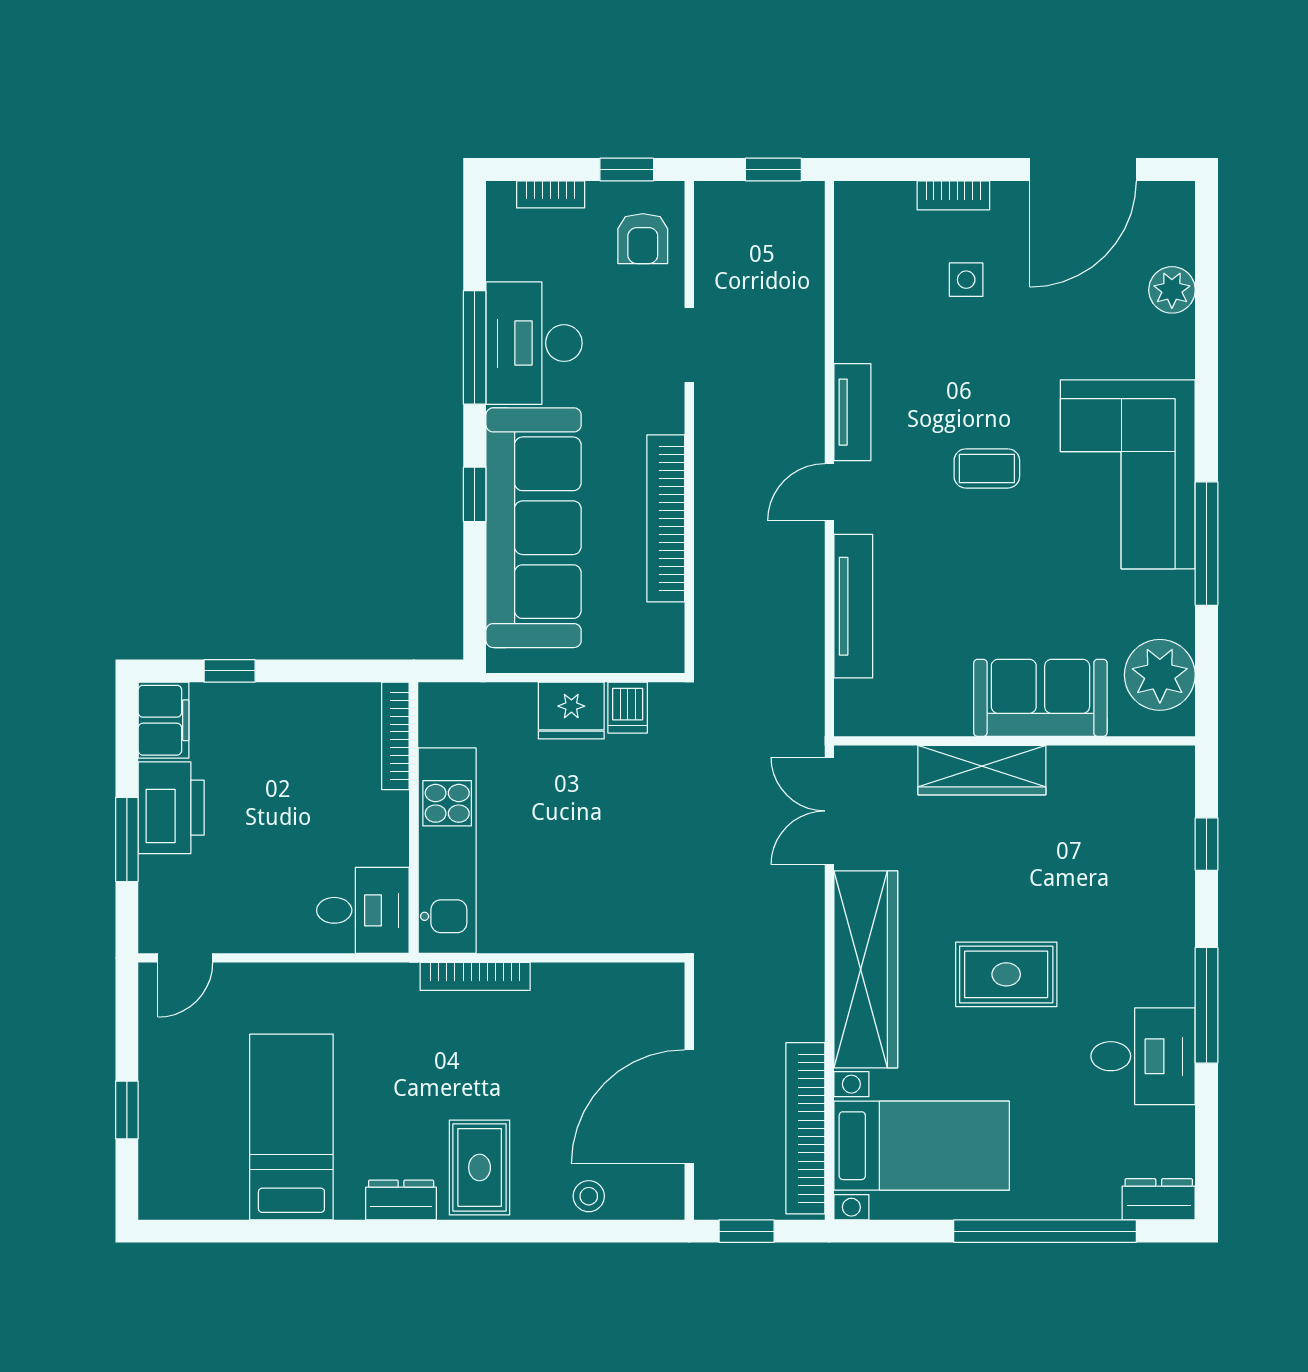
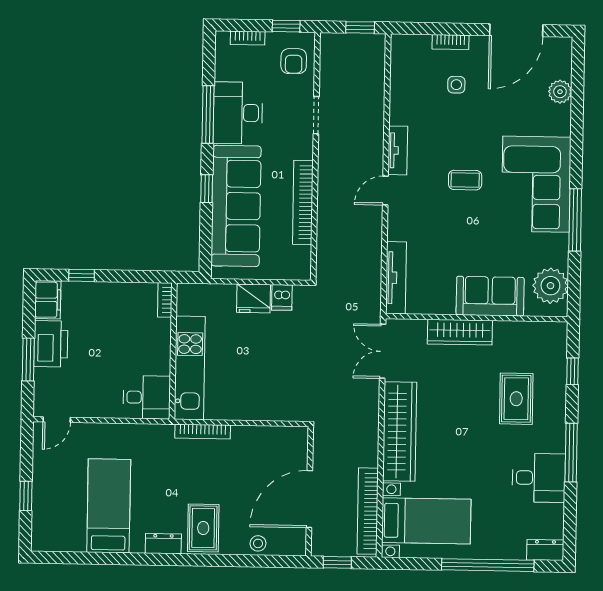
tv unit: (853, 606) -> (396, 278), moved
bookcase: (395, 736) -> (165, 300), width x0.64
rug: (1006, 974) -> (516, 399), moved, turned 90

